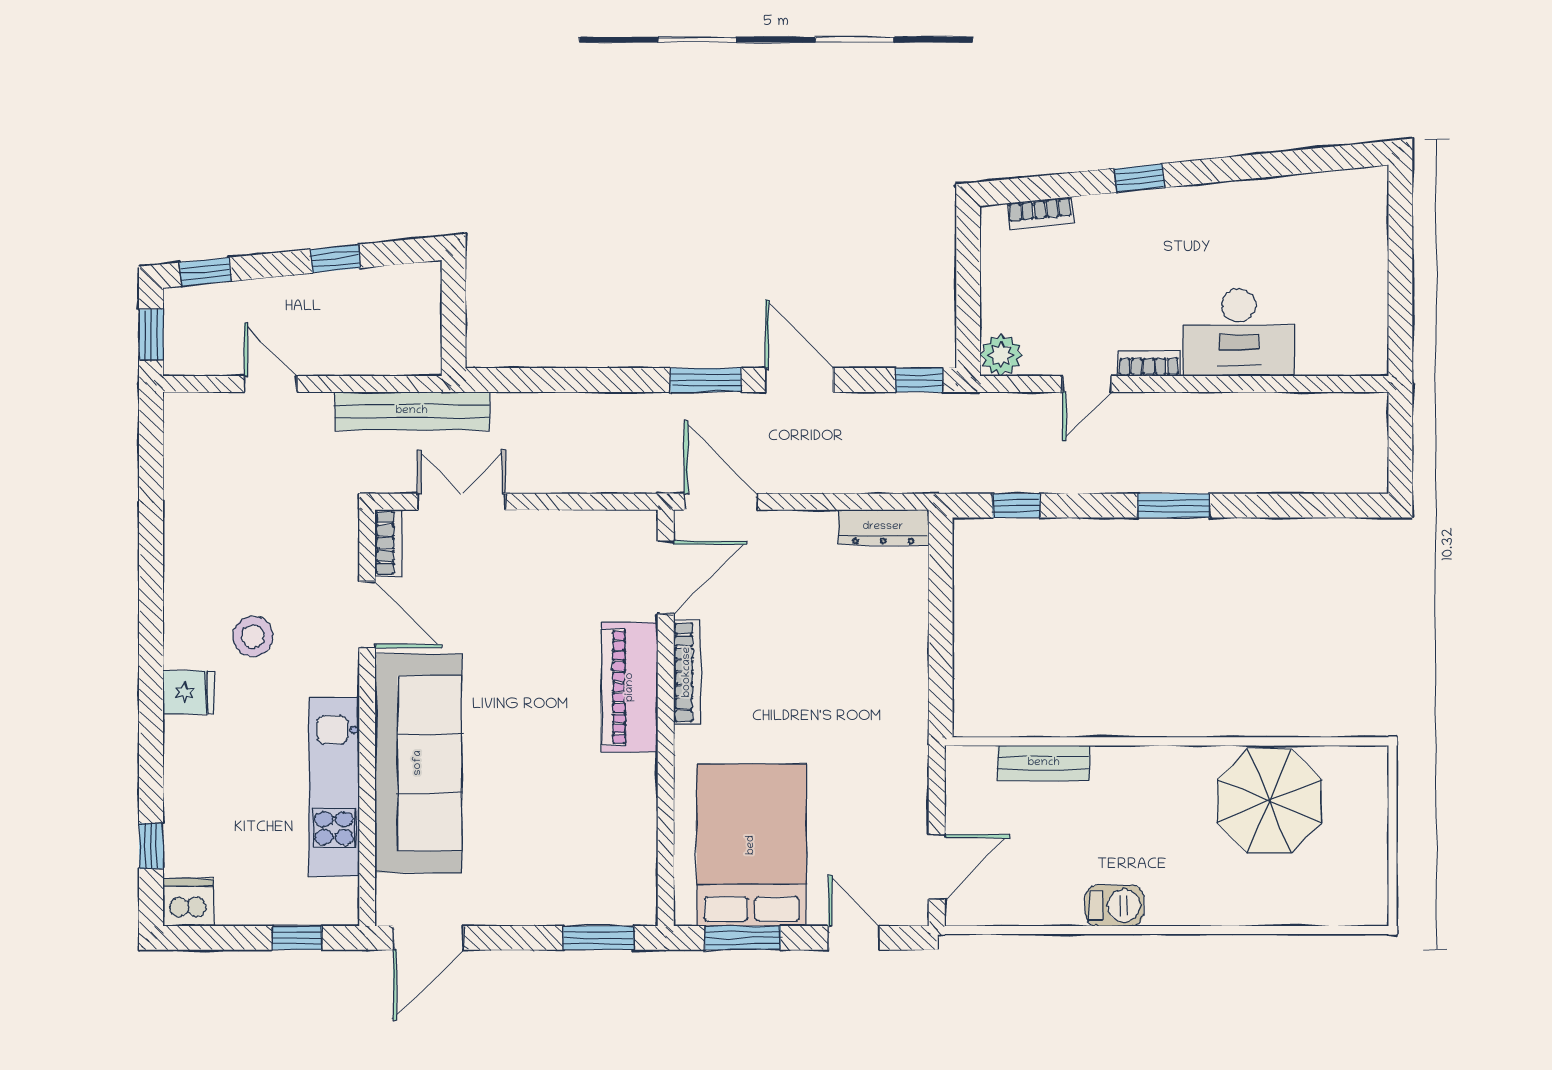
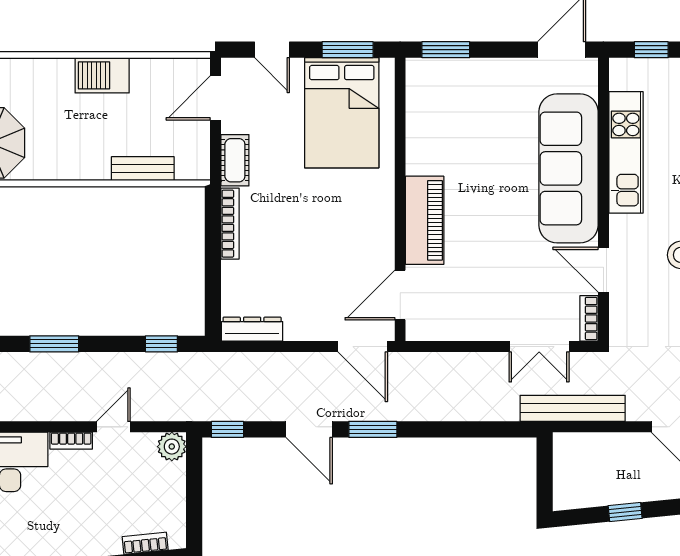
bookcase: (687, 672) -> (230, 224), moved, turned 180
cot: (908, 775) -> (235, 160), added
barbecue: (1114, 906) -> (102, 75), width x1.38, depth x1.27

